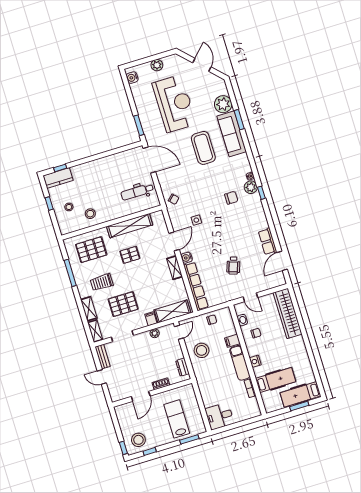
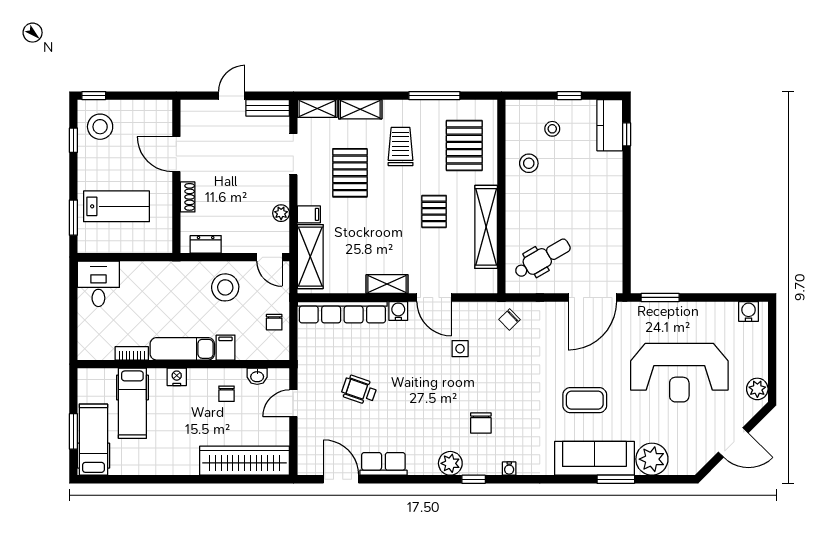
plant: (157, 65) -> (757, 389), moved
coffee table: (203, 148) -> (585, 400), width x0.73, depth x0.76
plant: (251, 187) -> (450, 463), moved
dental chair: (137, 192) -> (542, 258), turned 60

